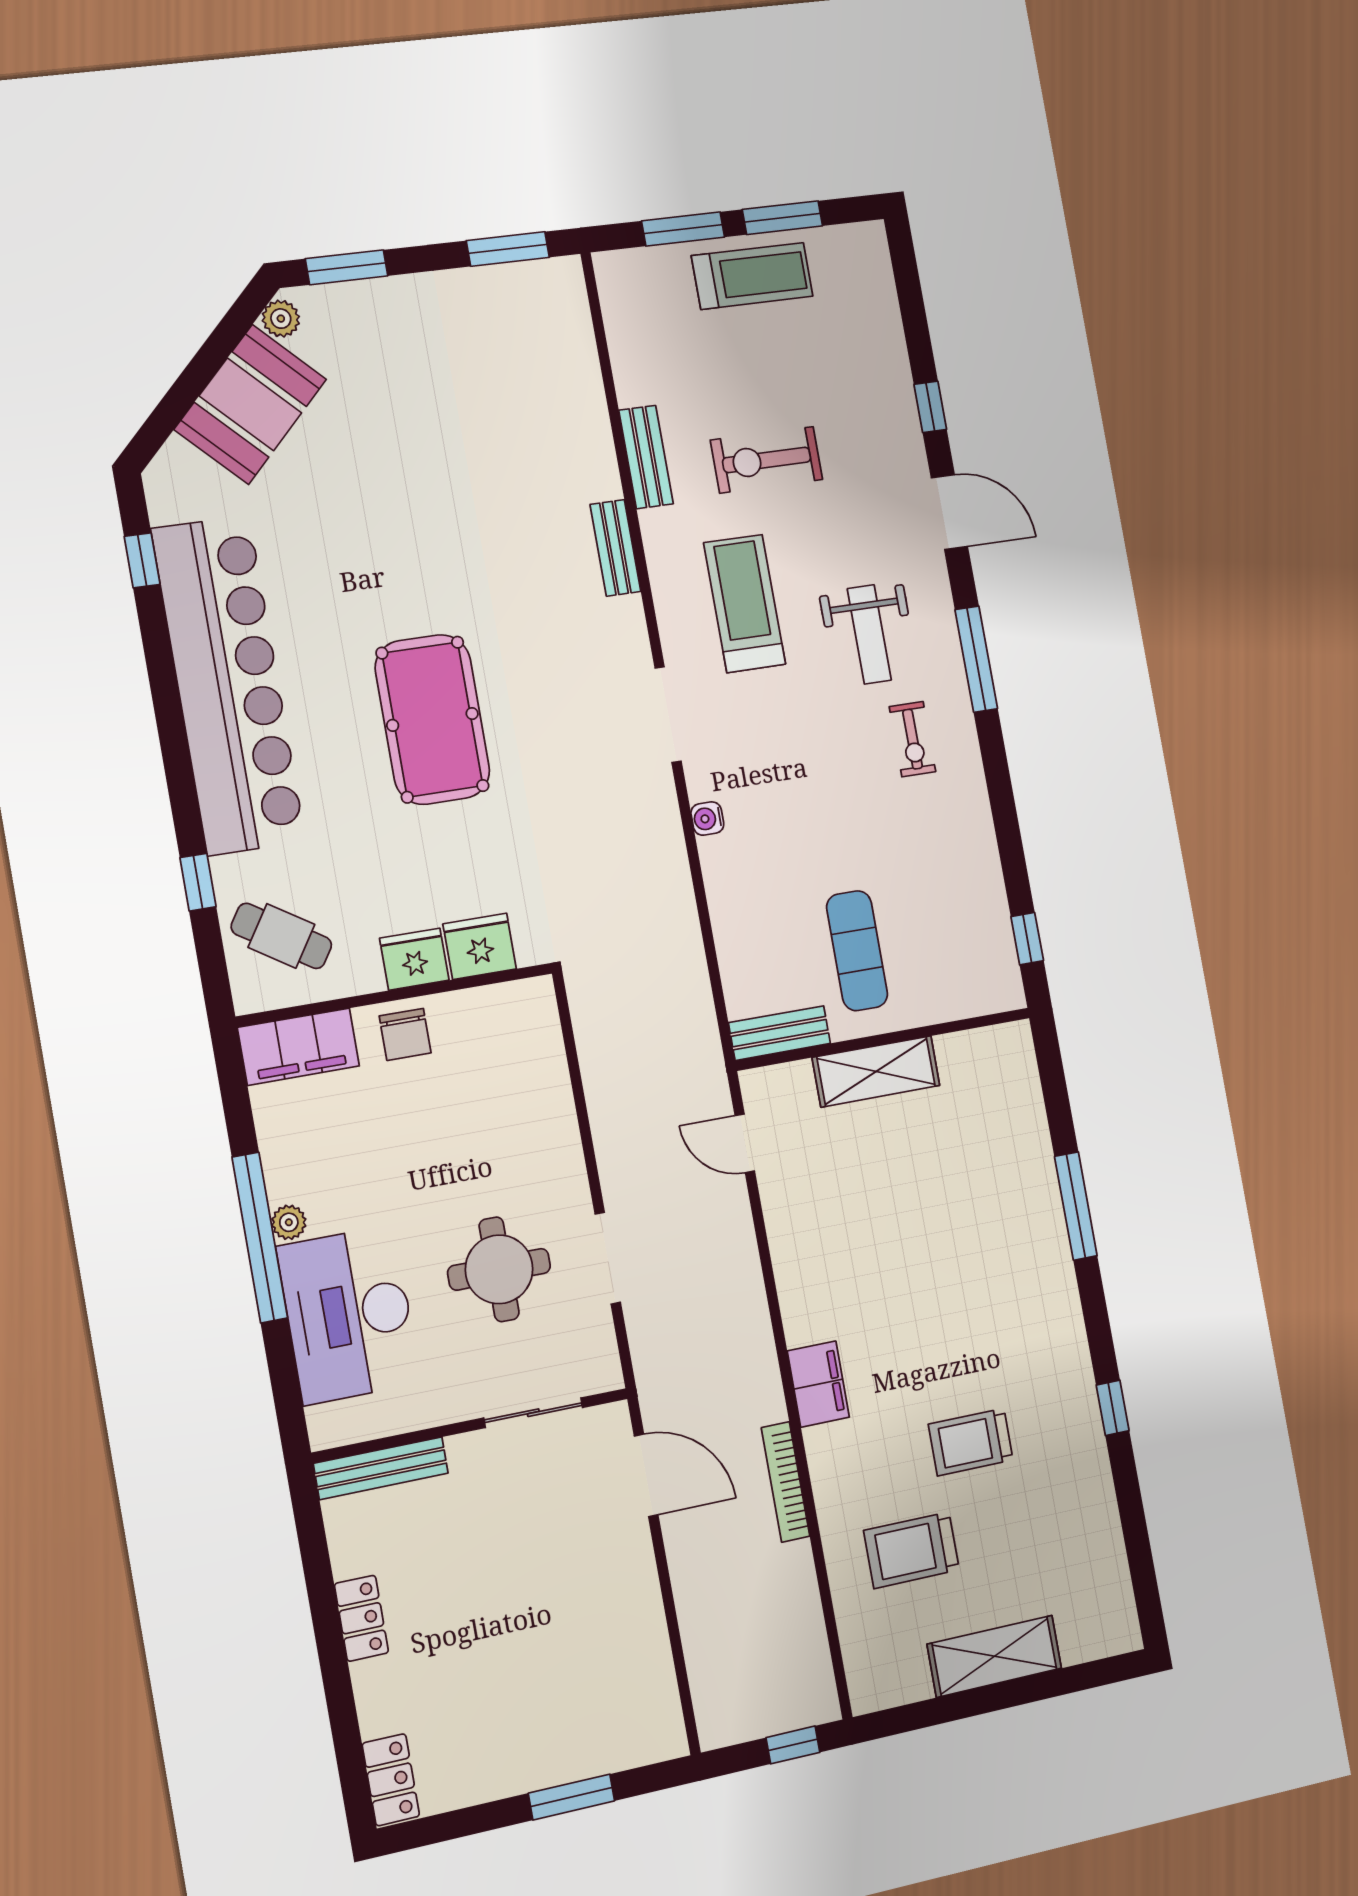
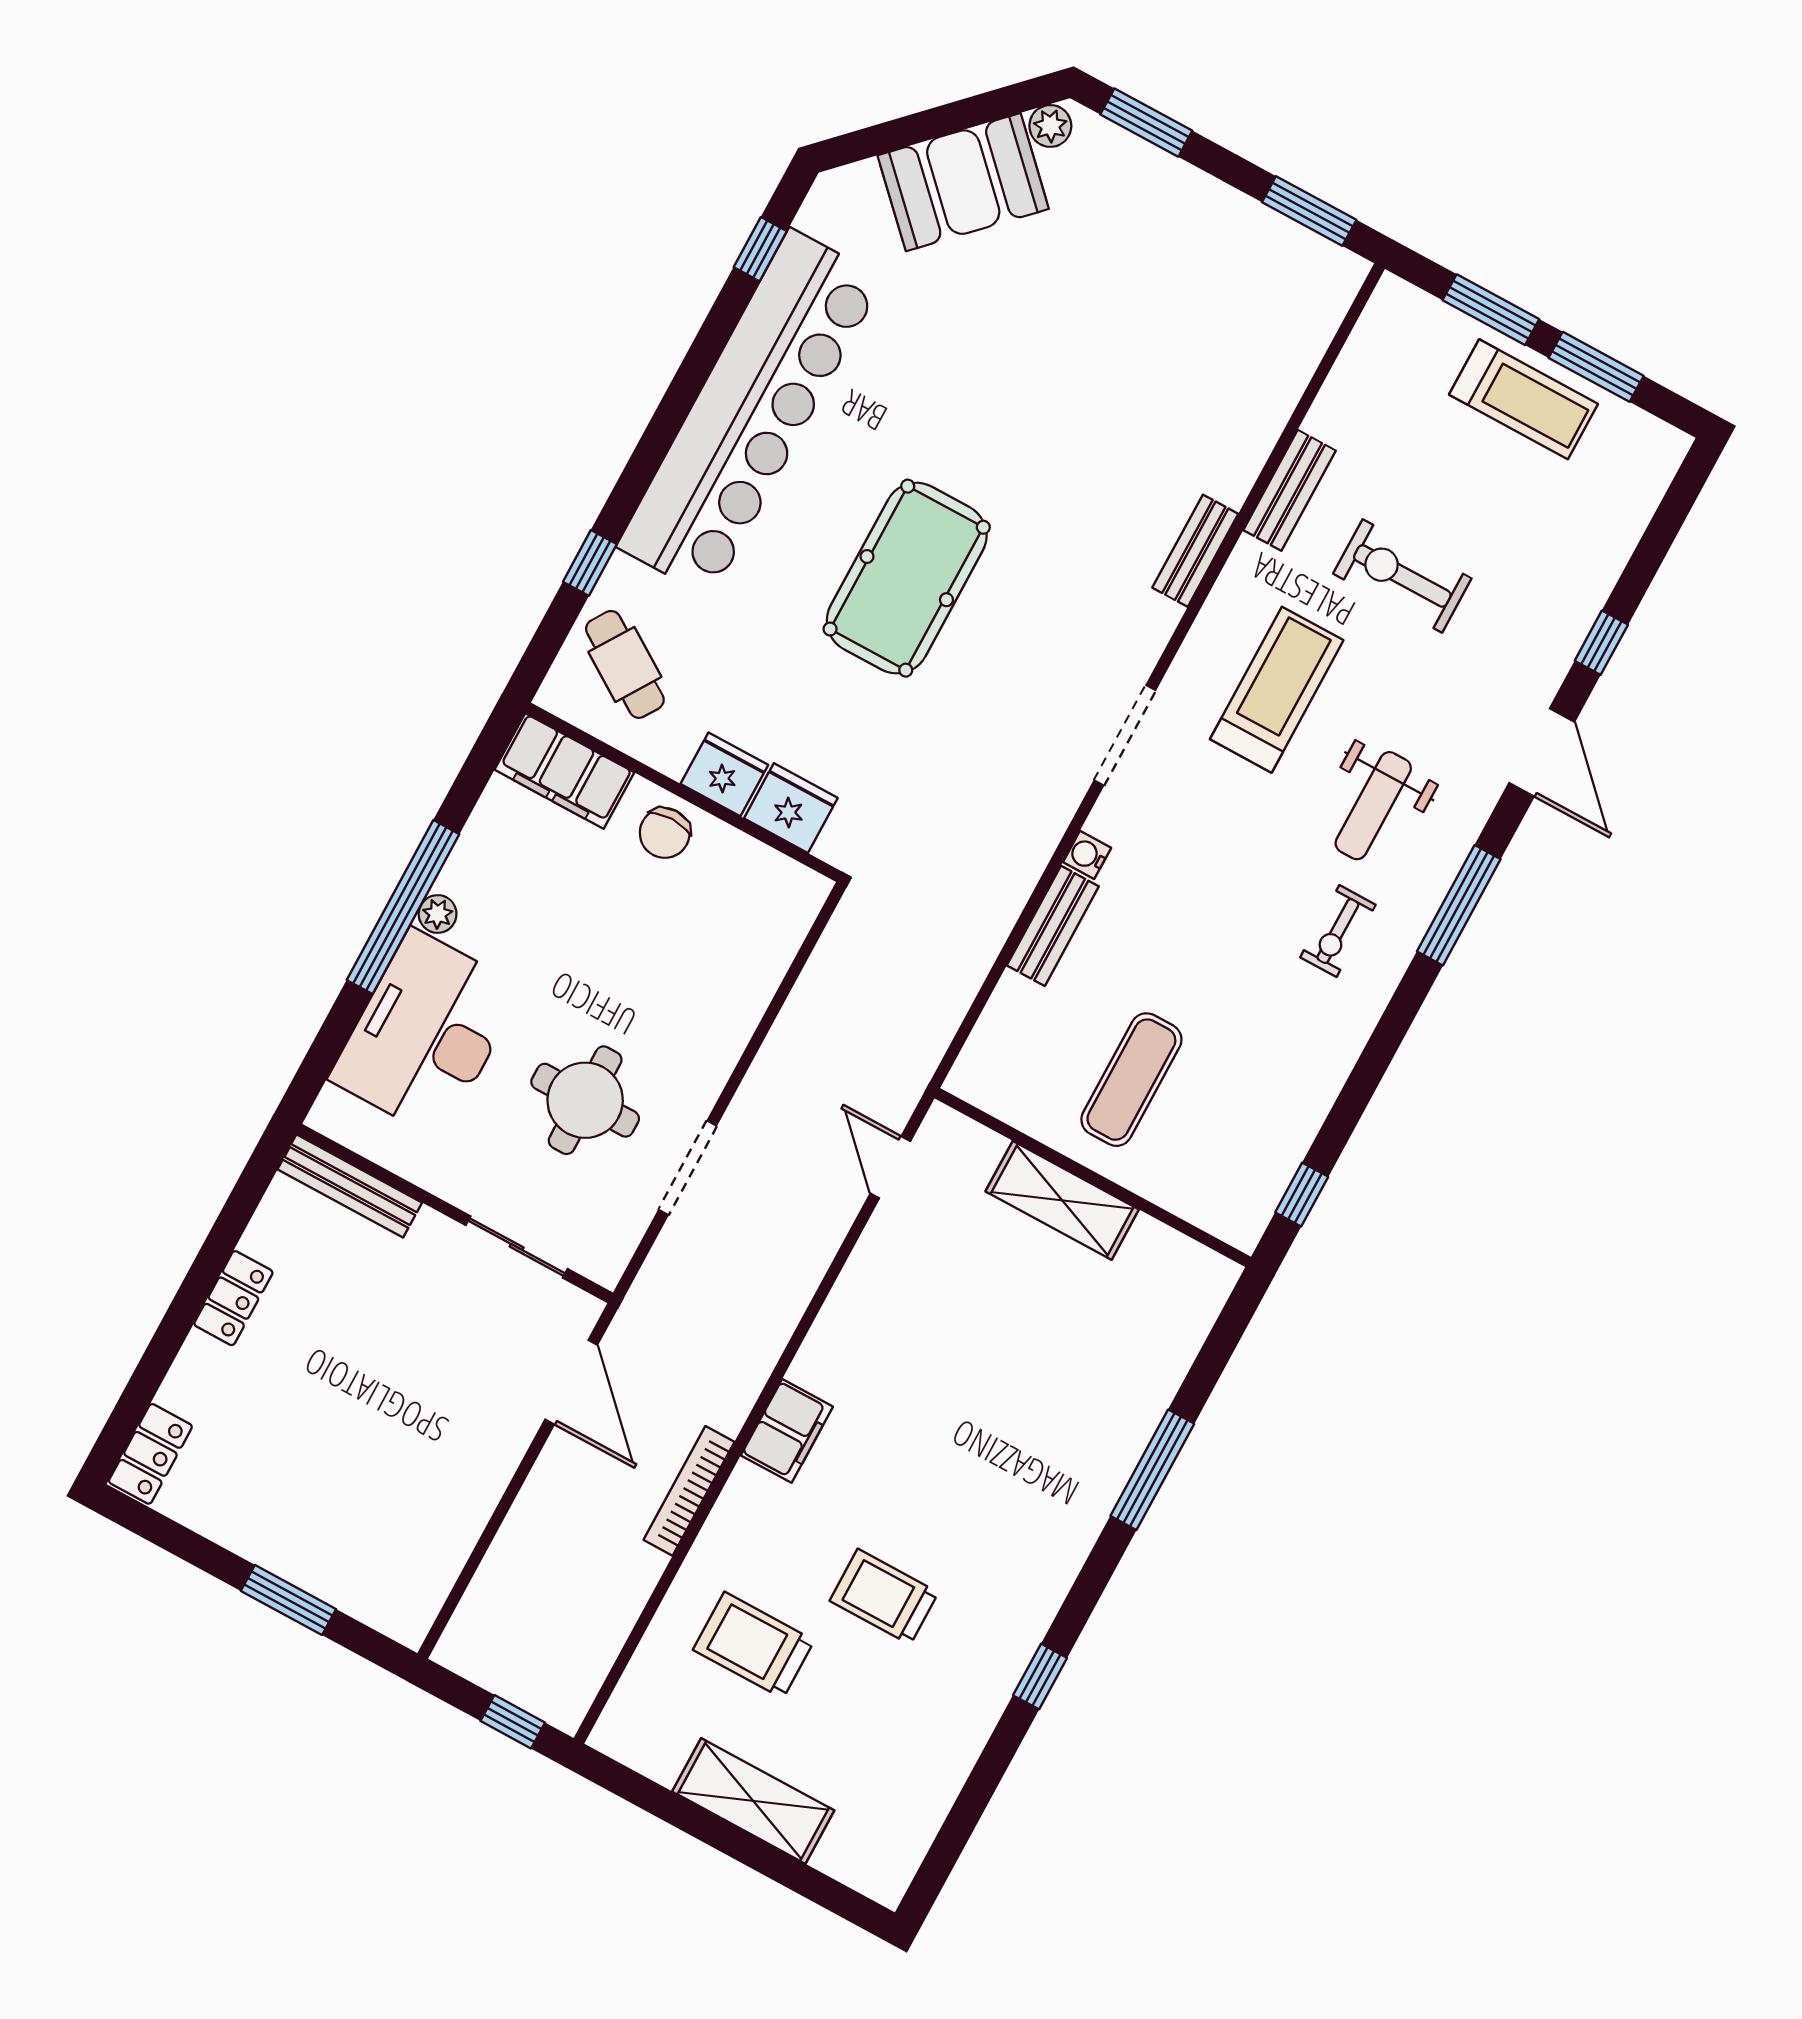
bench: (780, 1033) -> (1053, 926), moved, turned 90

